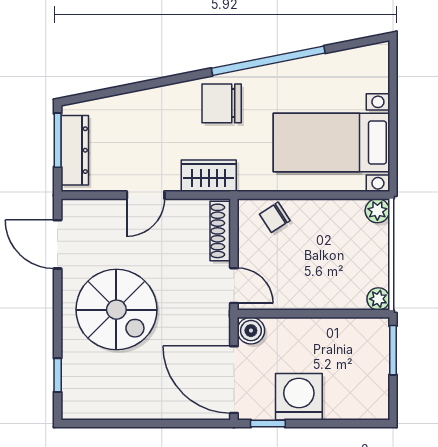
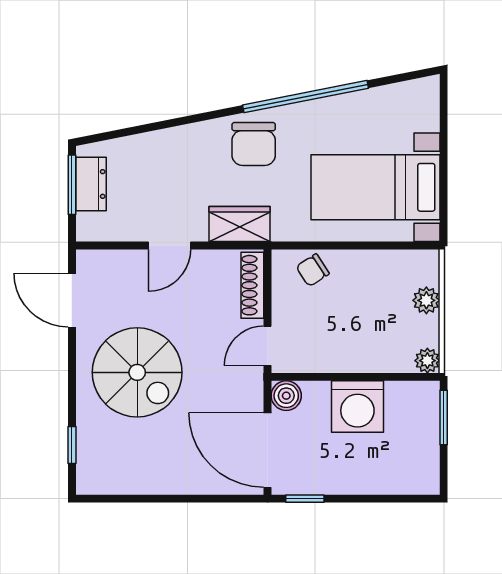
chair: (222, 103) -> (254, 144), turned -90
dresser: (75, 150) -> (91, 184), width x0.70
plant: (377, 211) -> (426, 300), moved
door: (234, 286) -> (267, 346), swing flipped
washing machine: (299, 397) -> (357, 407), moved, turned 180

